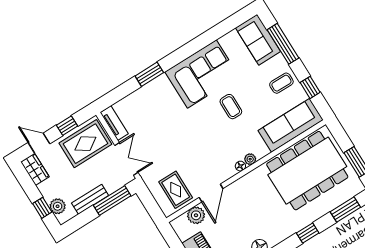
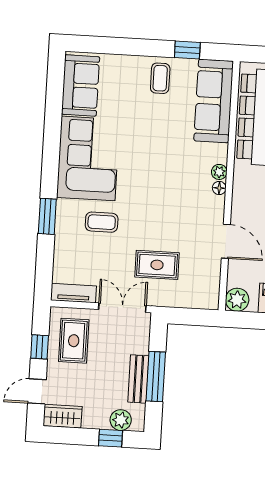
sofa: (258, 40) -> (81, 85), moved, turned -90
window: (283, 44) -> (118, 46), removed
coffee table: (231, 107) -> (102, 222), moved
rug: (85, 144) -> (74, 341), width x0.73, depth x0.70
rug: (176, 190) -> (157, 265), moved
window: (112, 201) -> (156, 377), moved
plant: (196, 215) -> (237, 300), moved

